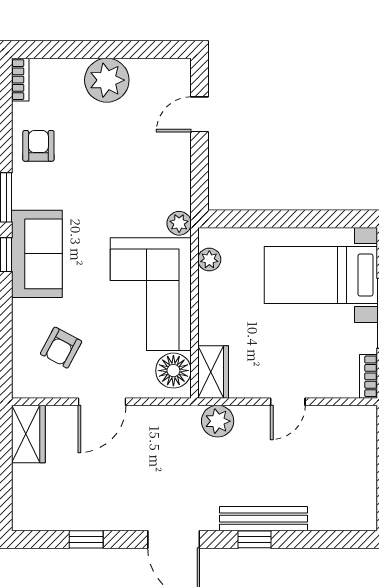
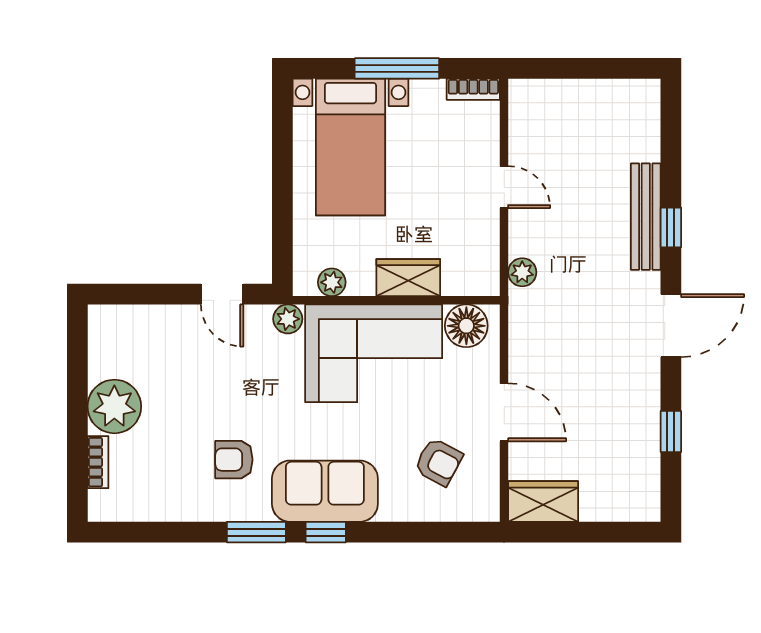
bookcase: (20, 80) -> (98, 462), moved, turned 90
door: (200, 114) -> (222, 294), moved
armchair: (38, 146) -> (234, 460), moved
wardrobe: (213, 372) -> (408, 278), moved
plant: (218, 421) -> (522, 272), width x0.73, depth x0.73

